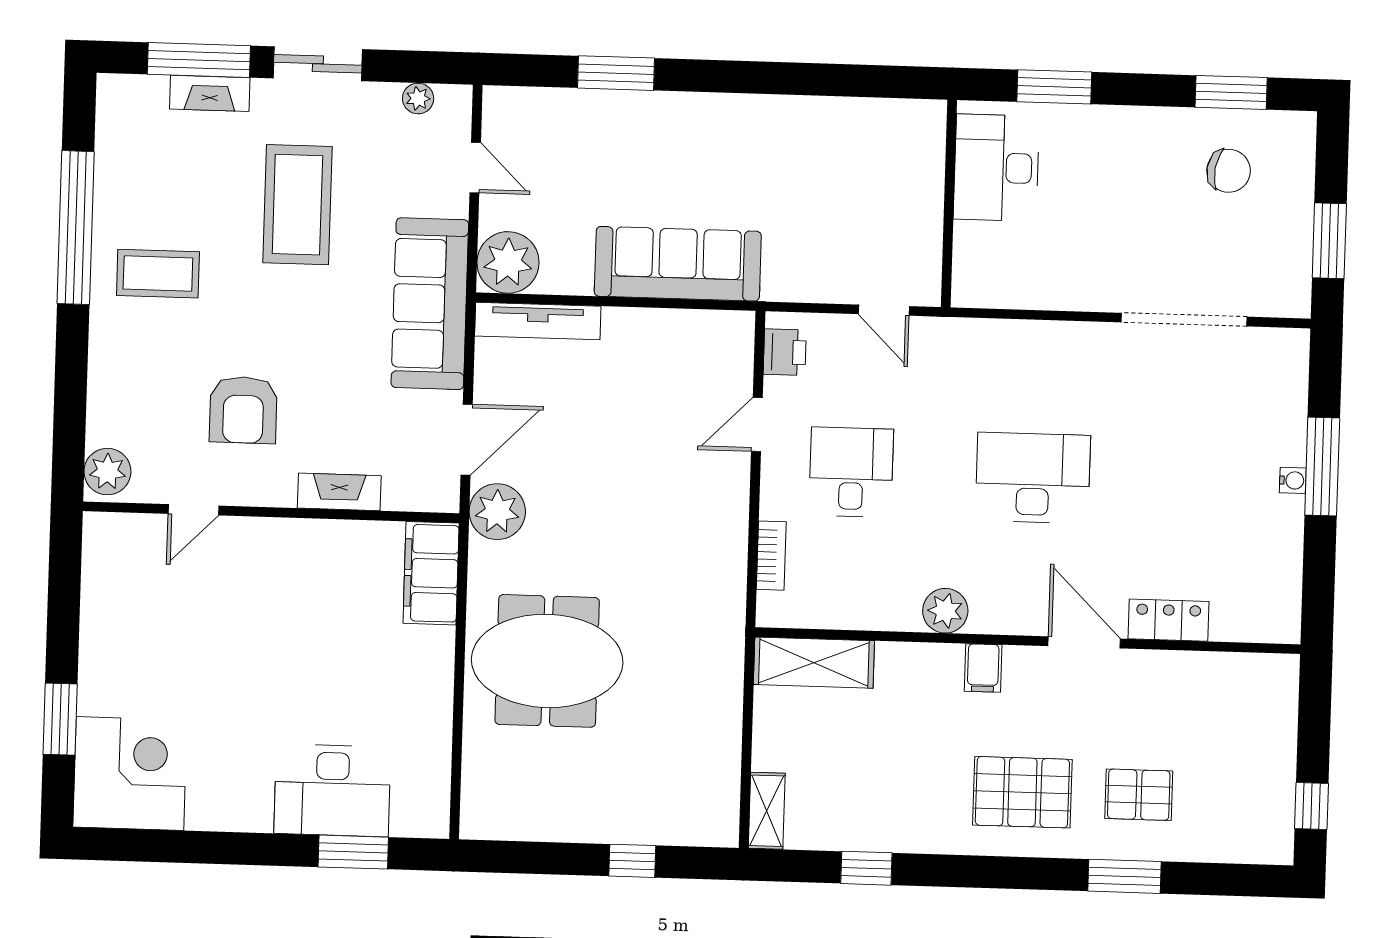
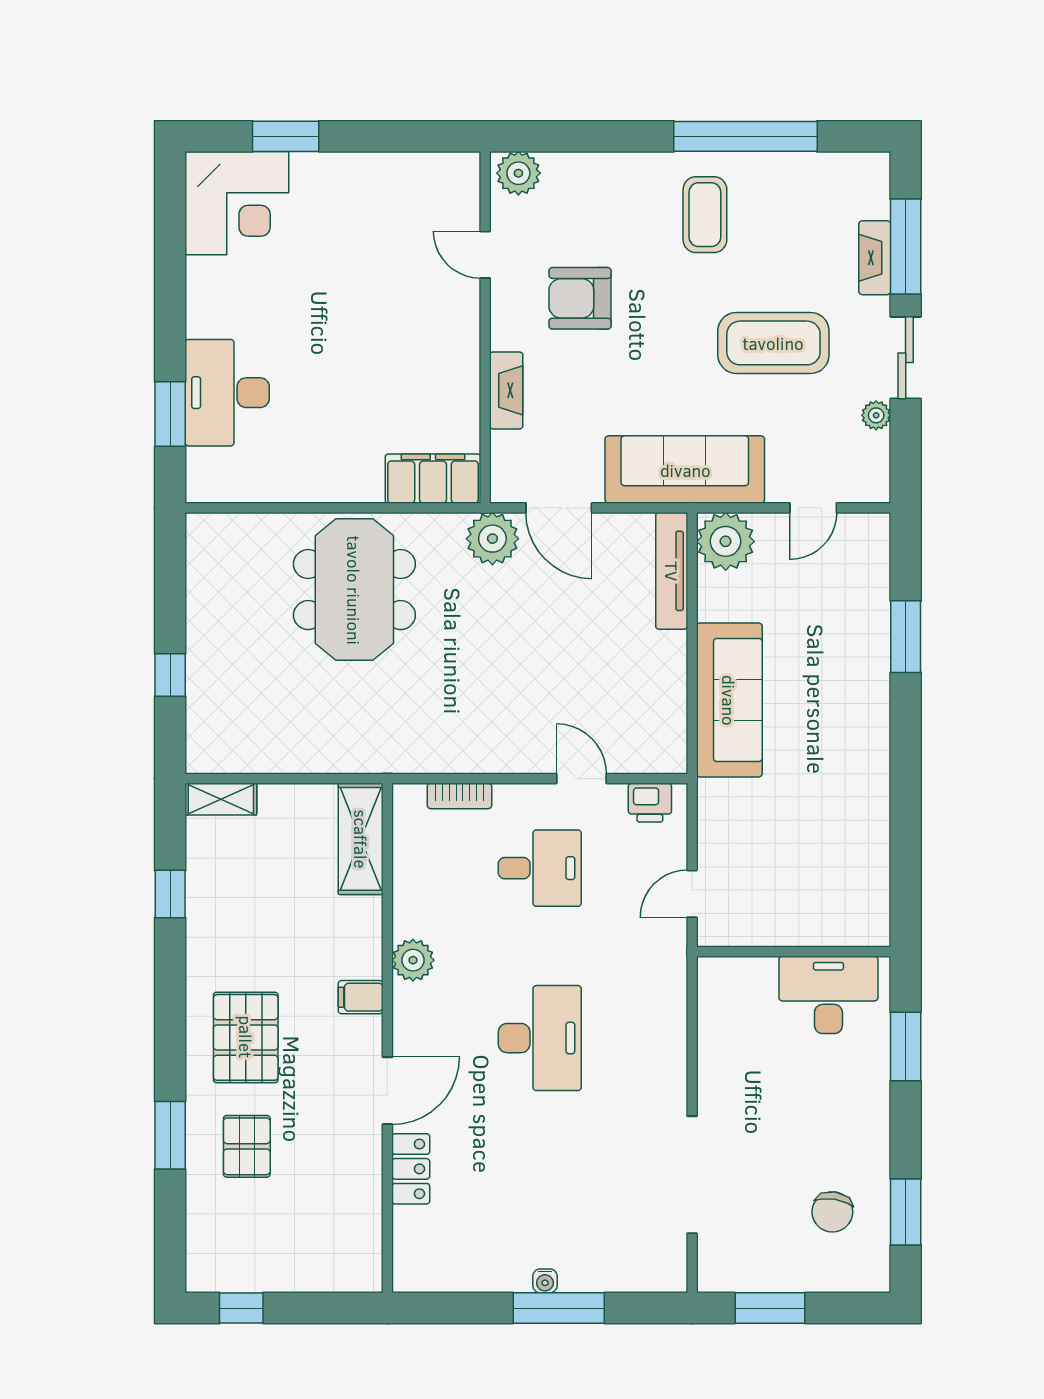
plant: (418, 98) -> (876, 415), moved

